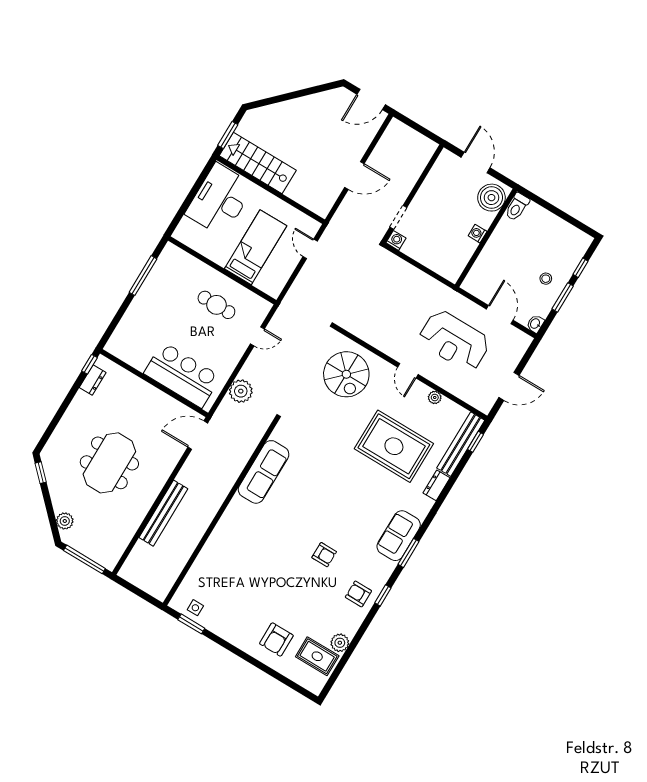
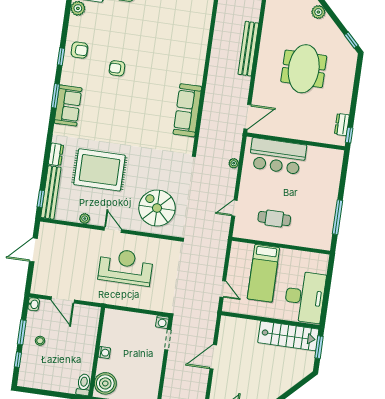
reception desk: (454, 341) -> (126, 267), moved
plant: (241, 391) -> (234, 163), width x0.53, depth x0.53

